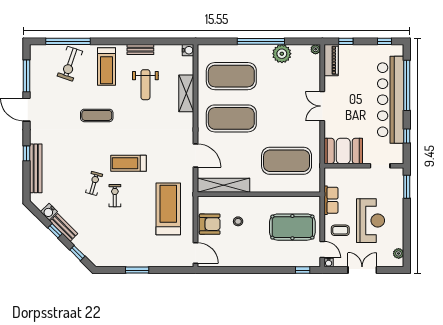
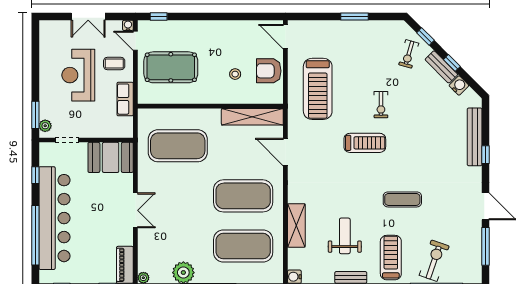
exercise bike: (94, 183) -> (409, 54), moved
plant: (399, 253) -> (45, 126), moved

